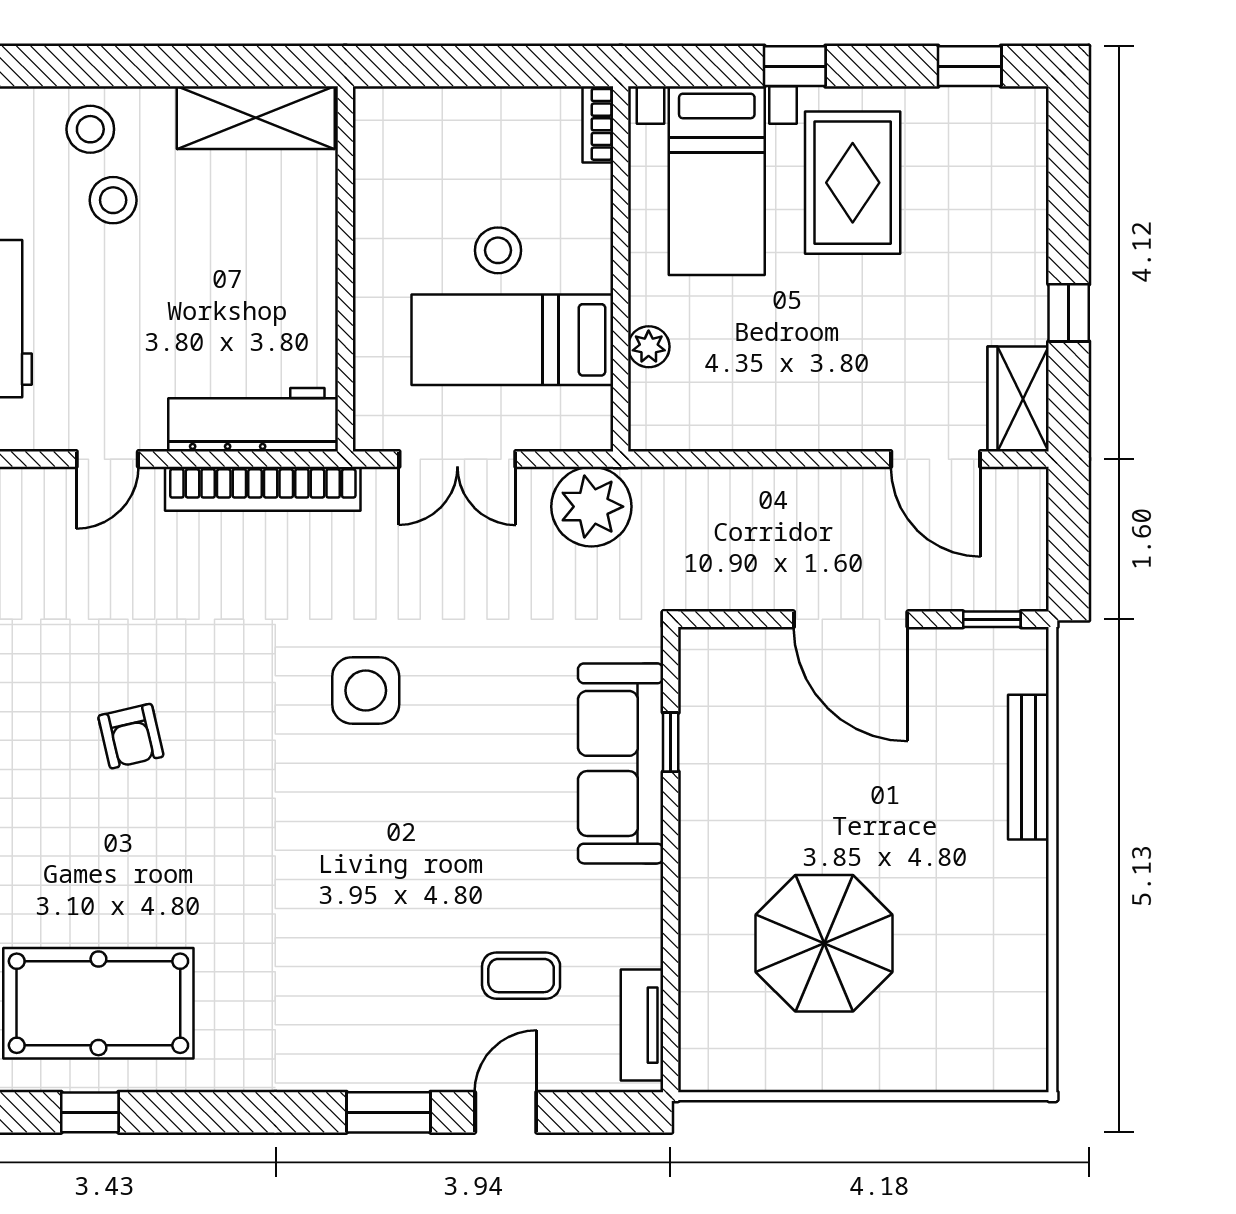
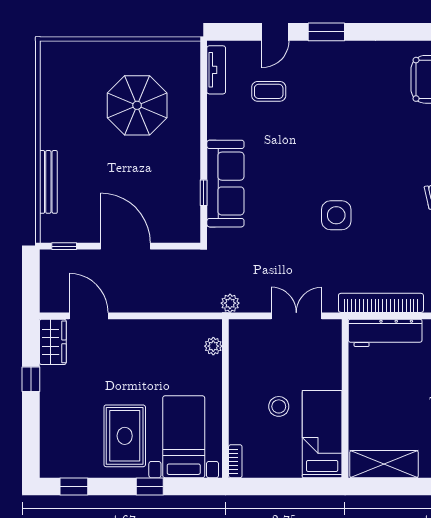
bed: (512, 340) -> (322, 434), moved, turned -90
plant: (649, 347) -> (213, 346), moved
plant: (591, 507) -> (230, 303), width x0.53, depth x0.53

